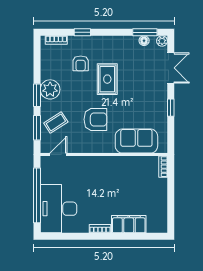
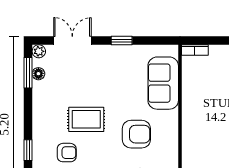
armchair: (95, 119) -> (136, 134), turned 90

